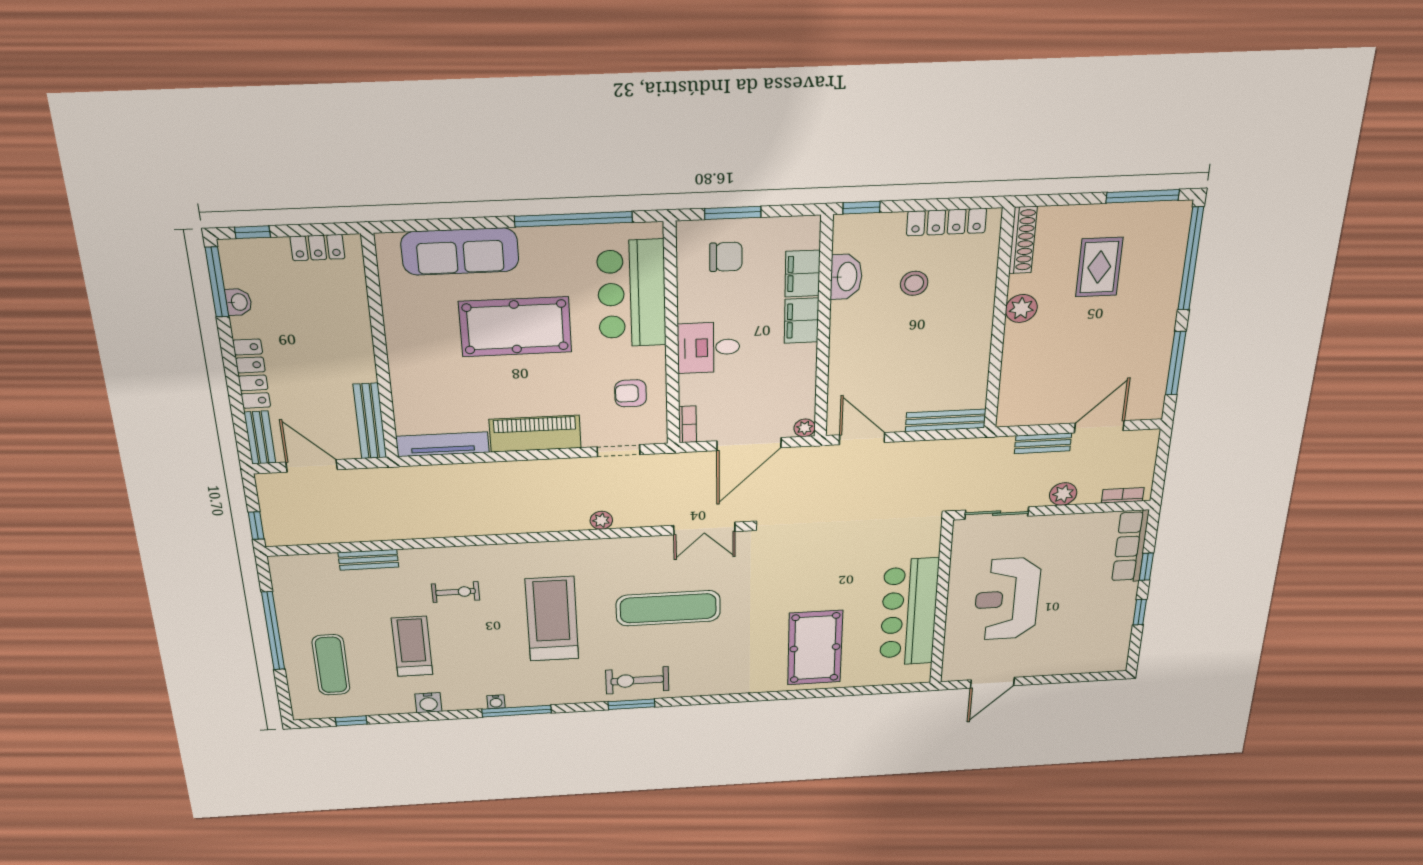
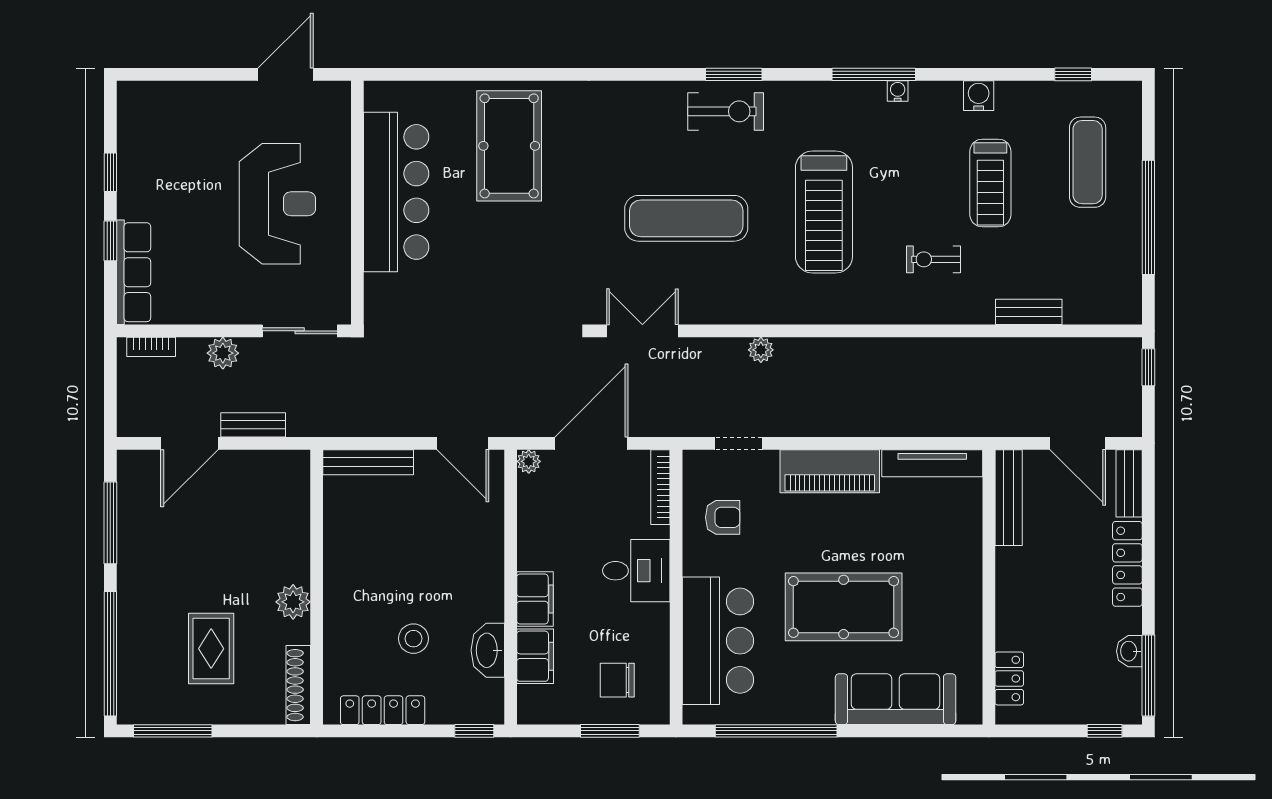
locker: (317, 248) -> (1009, 678), moved, turned 90
bookcase: (687, 424) -> (660, 487), width x1.56

